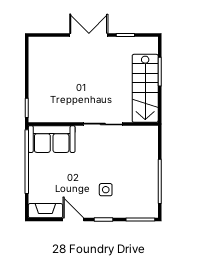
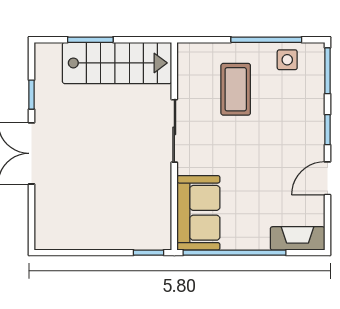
coffee table: (129, 162) -> (236, 89), added
side table: (106, 190) -> (287, 60), moved
fireplace: (45, 211) -> (298, 238), moved, turned 90

